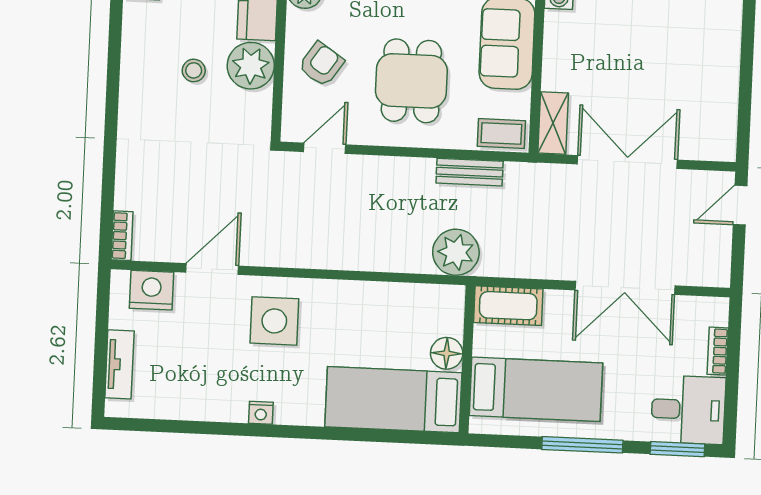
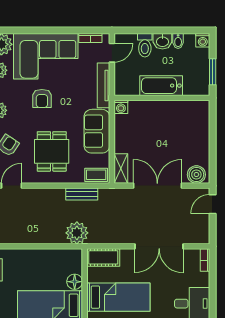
boiler: (709, 142) -> (196, 175), added
bookcase: (718, 351) -> (205, 260), moved

